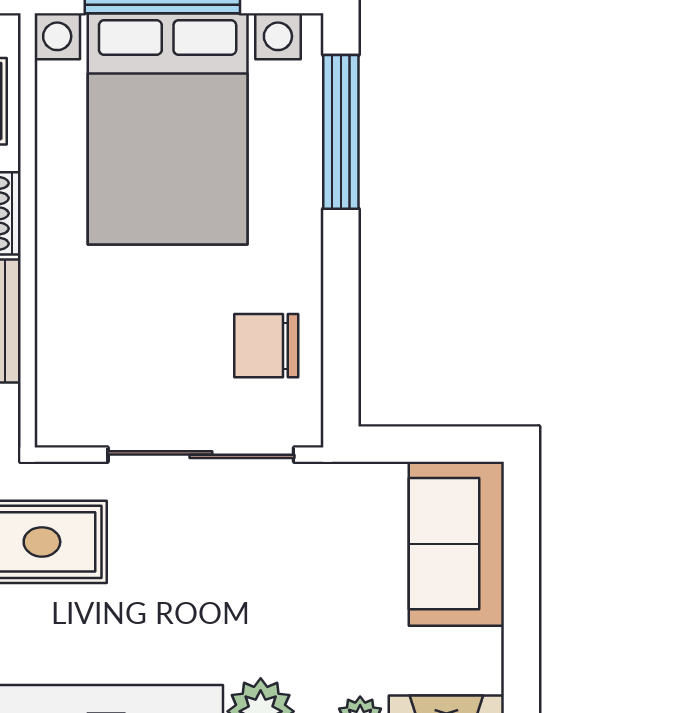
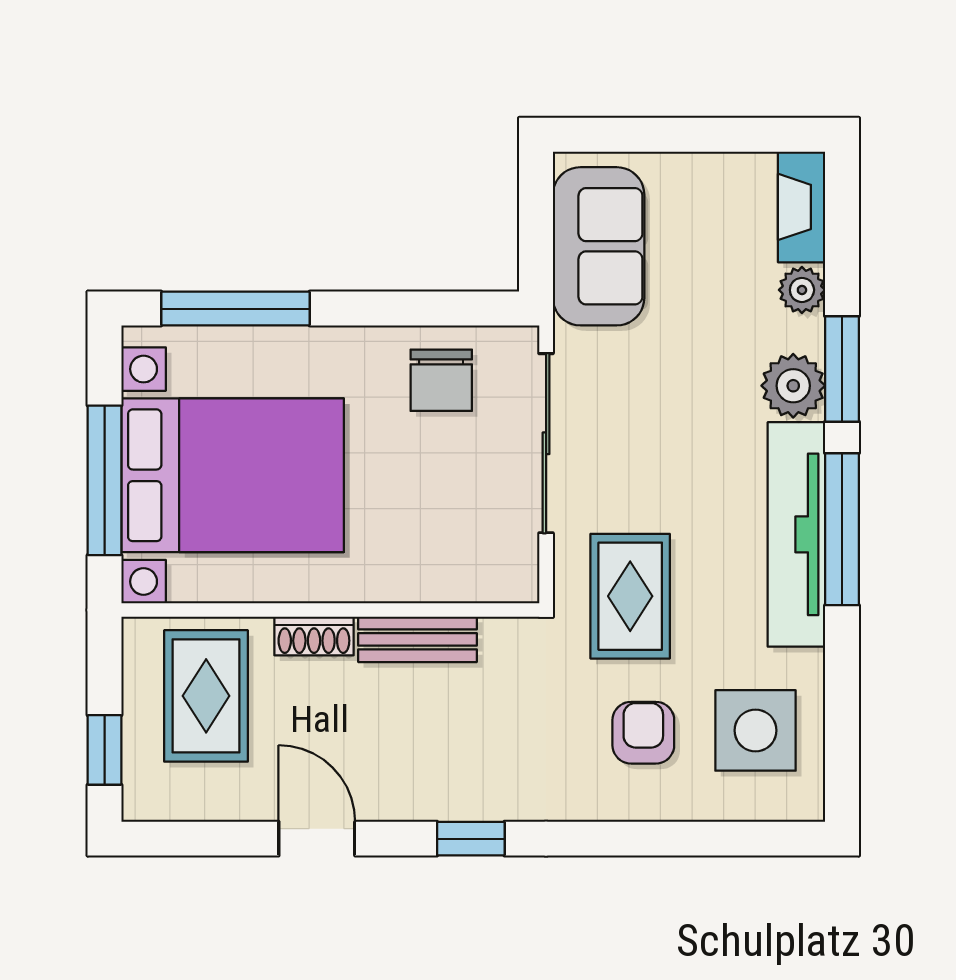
sofa: (456, 544) -> (599, 246), moved, turned -90

